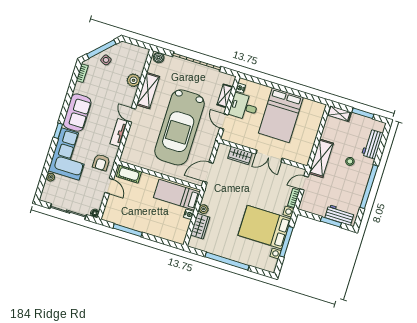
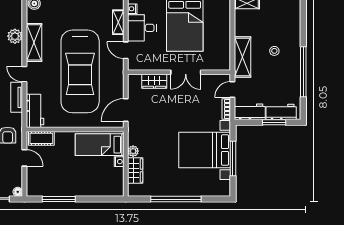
workbench: (372, 144) -> (250, 112), moved, turned 90
workbench: (131, 149) -> (35, 111), added

